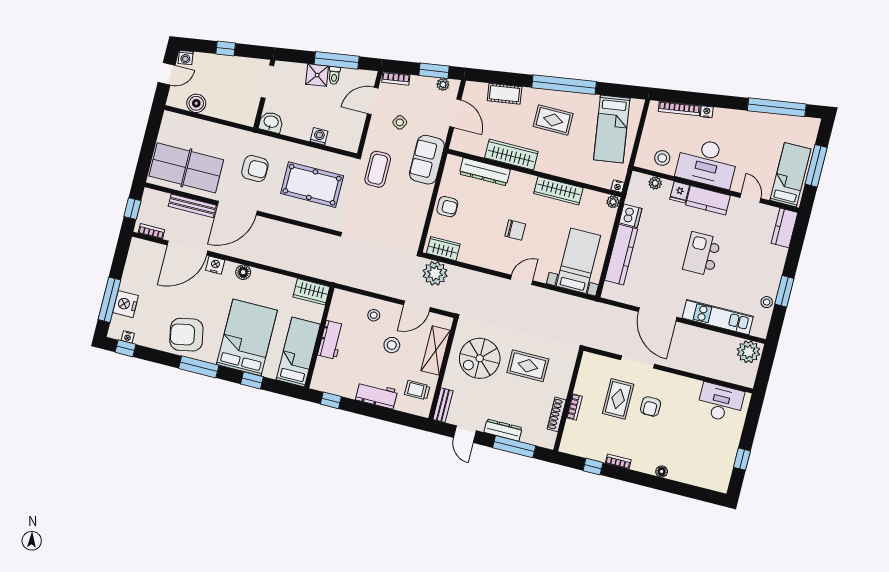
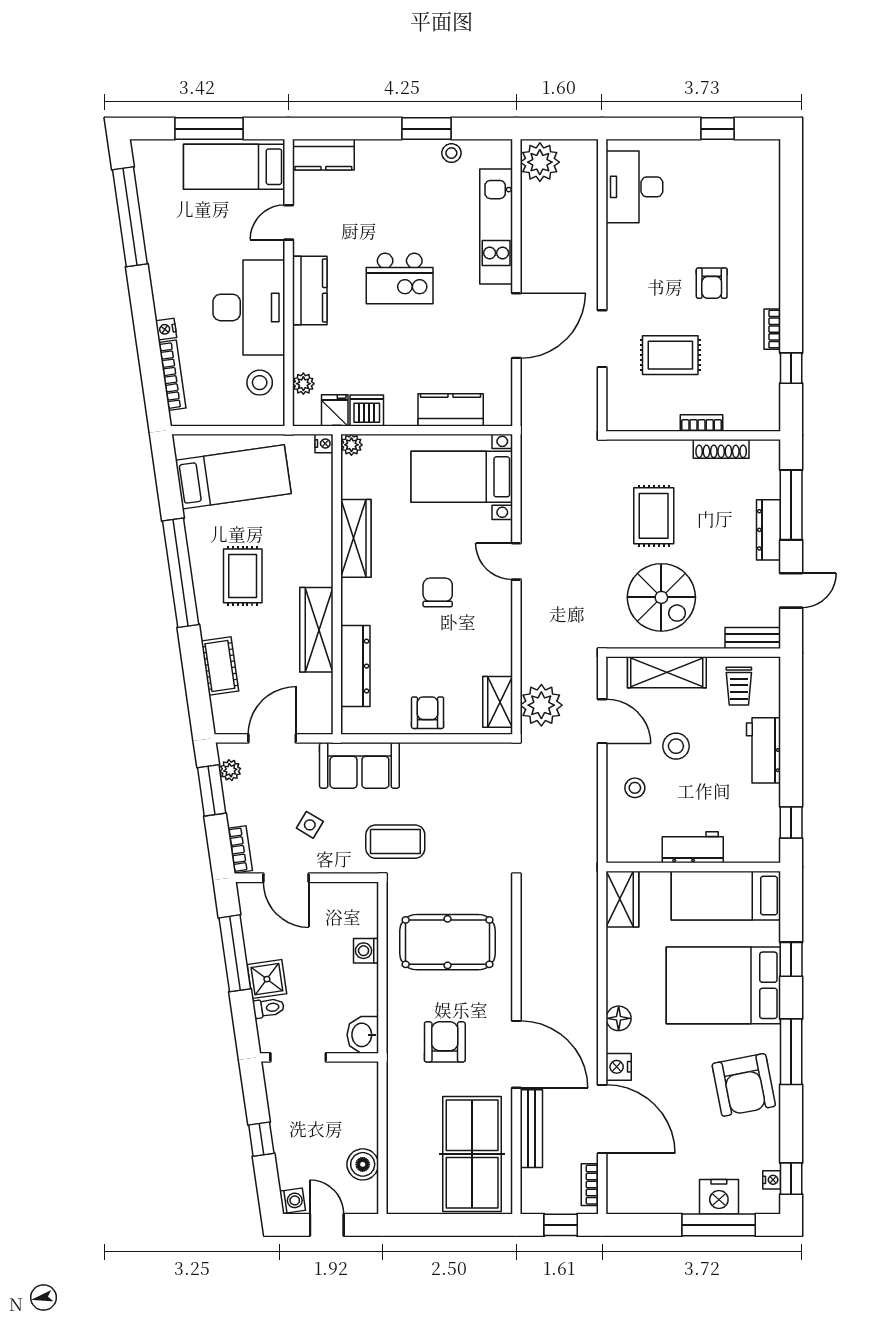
toilet: (334, 75) -> (269, 1008), moved
pool table: (312, 185) -> (448, 942), turned 90
fridge: (680, 192) -> (335, 410), moved, turned -90
kitchen counter: (621, 255) -> (451, 410), width x0.67
armchair: (651, 406) -> (712, 283), moved, turned 90
floor lamp: (662, 471) -> (771, 254), removed

